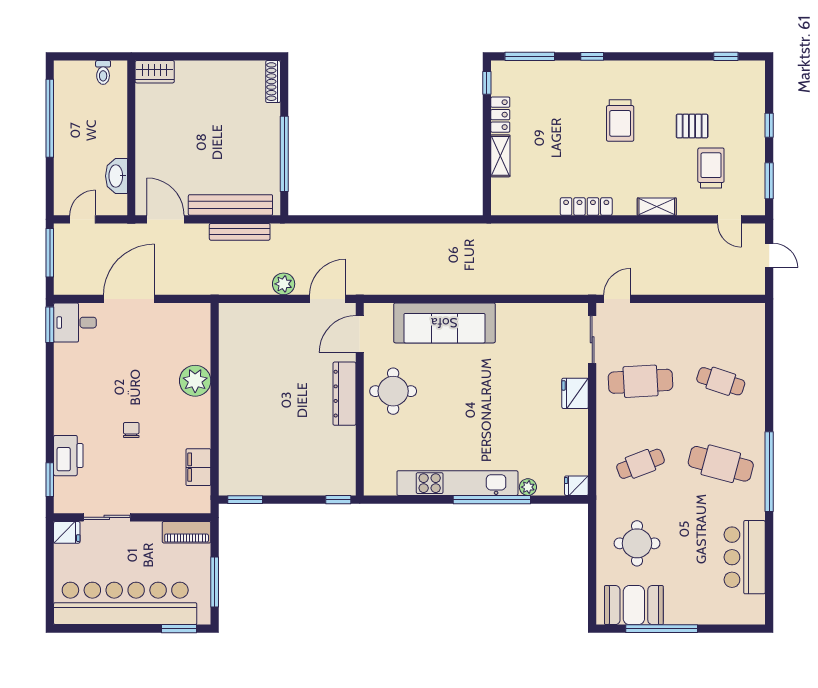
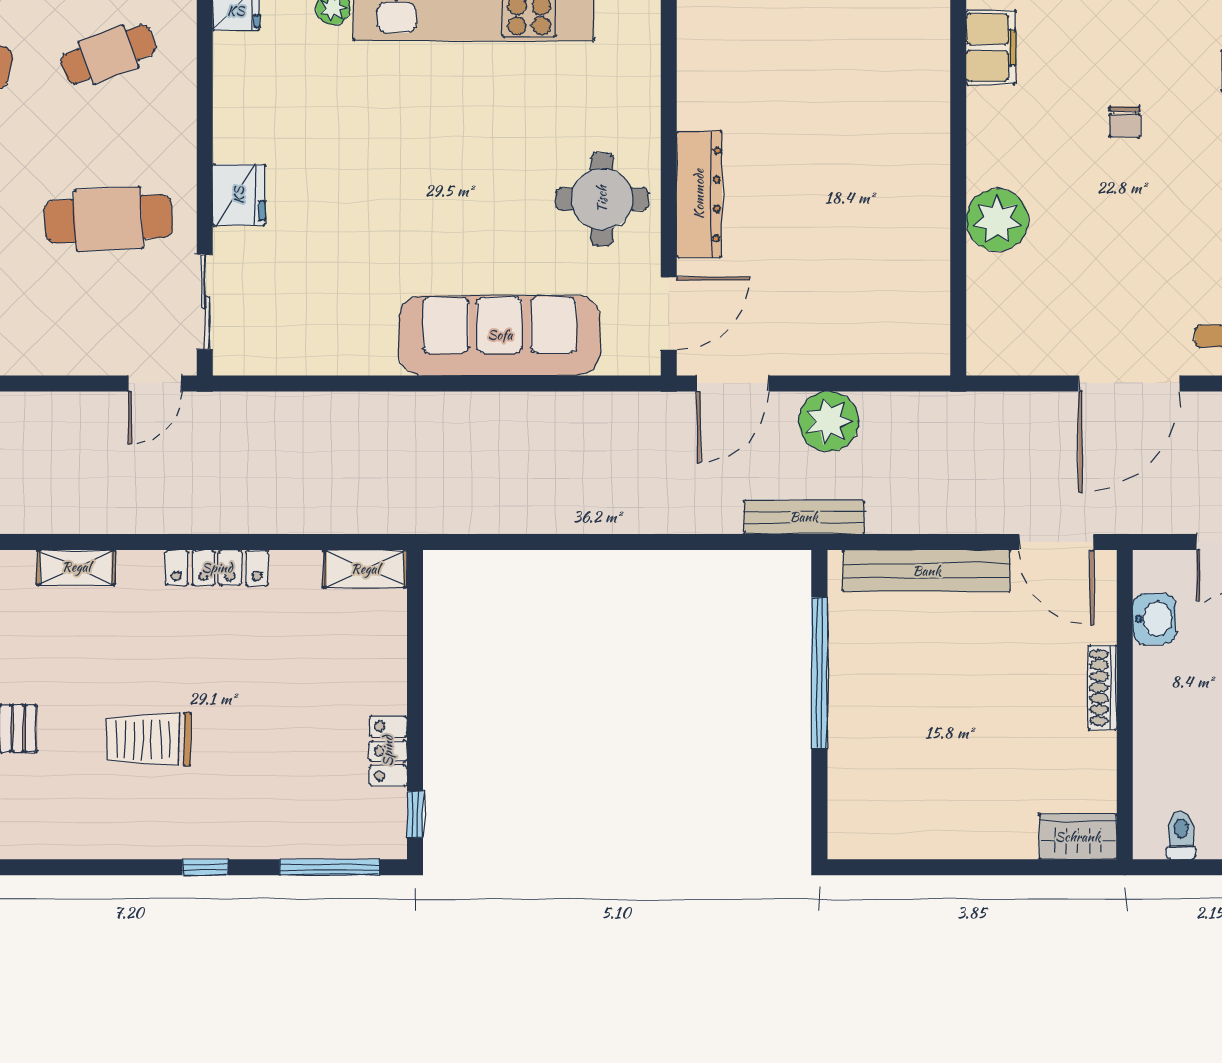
shoe rack: (273, 82) -> (1102, 687), moved, turned 180
trolley: (620, 120) -> (149, 739), turned -90
shelving: (500, 156) -> (365, 569), moved, turned 90
washbasin: (116, 176) -> (1154, 619), width x0.72
bench: (240, 232) -> (804, 517), moved
plant: (284, 284) -> (829, 421), width x1.36, depth x1.36

